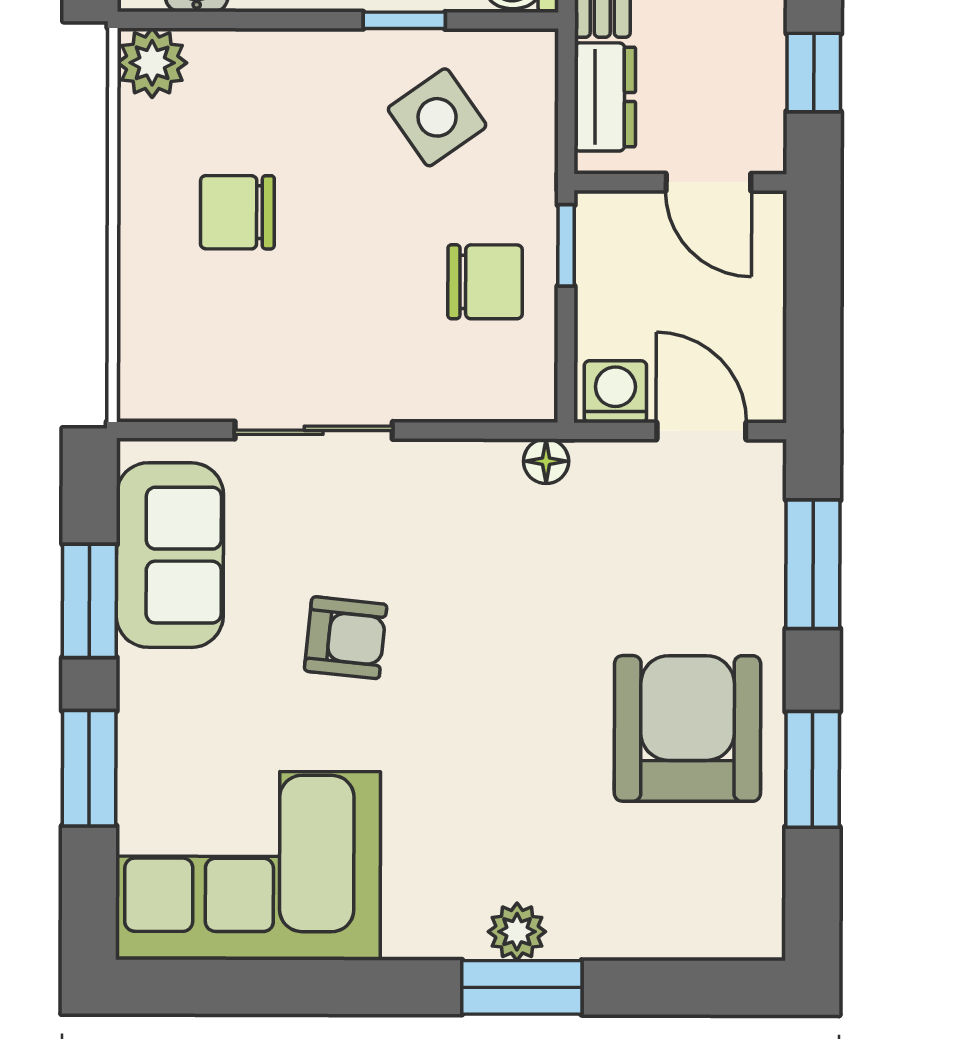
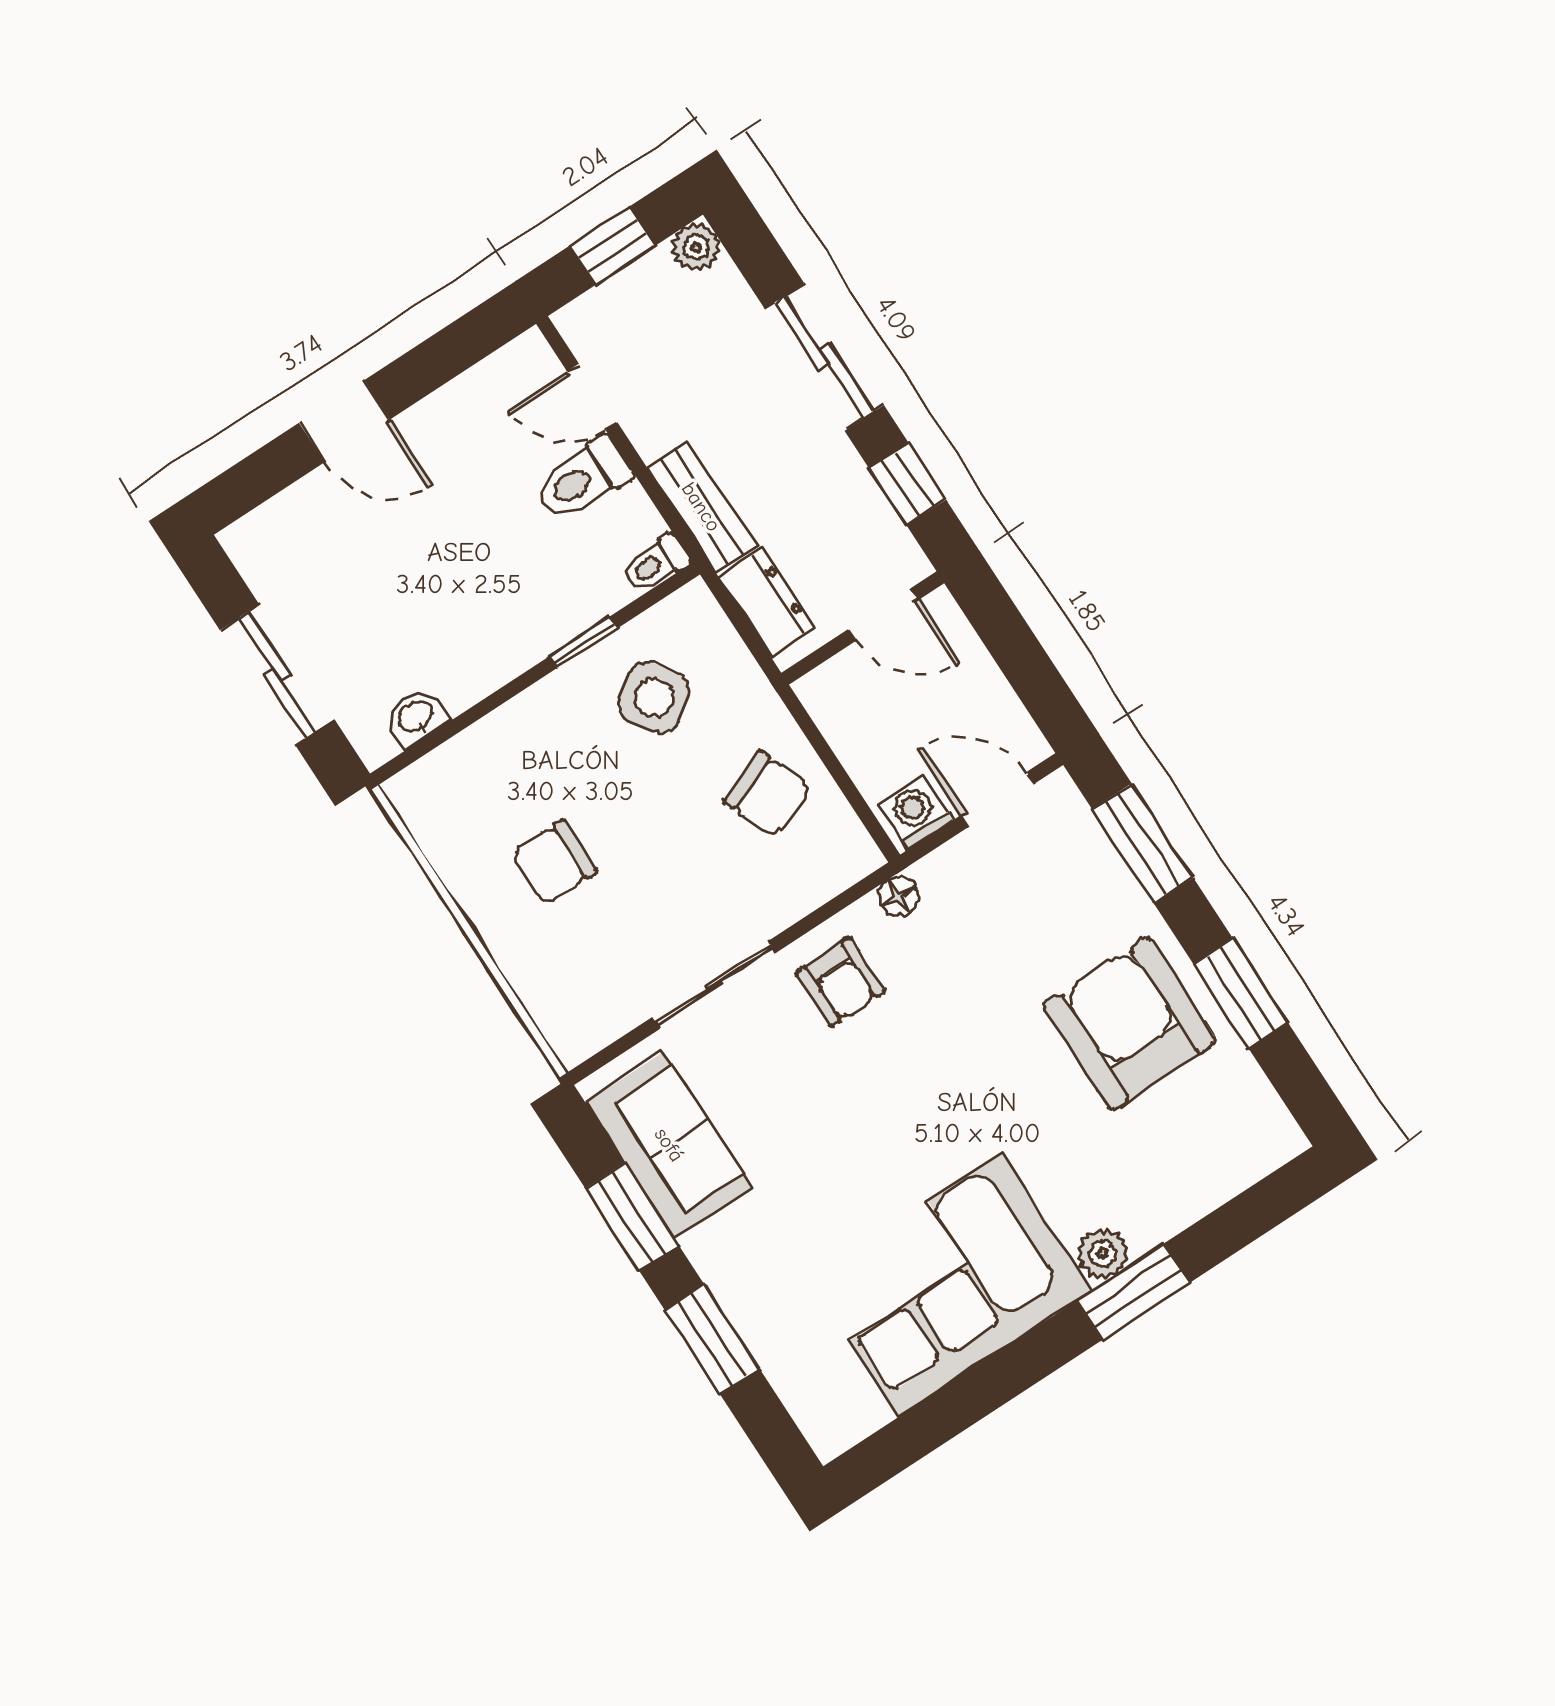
plant: (152, 63) -> (420, 794), removed
window: (566, 245) -> (810, 729), removed
chair: (485, 282) -> (768, 794), turned 69
armchair: (346, 638) -> (841, 982), moved, turned 84
corner sofa: (248, 866) -> (950, 1285), moved

